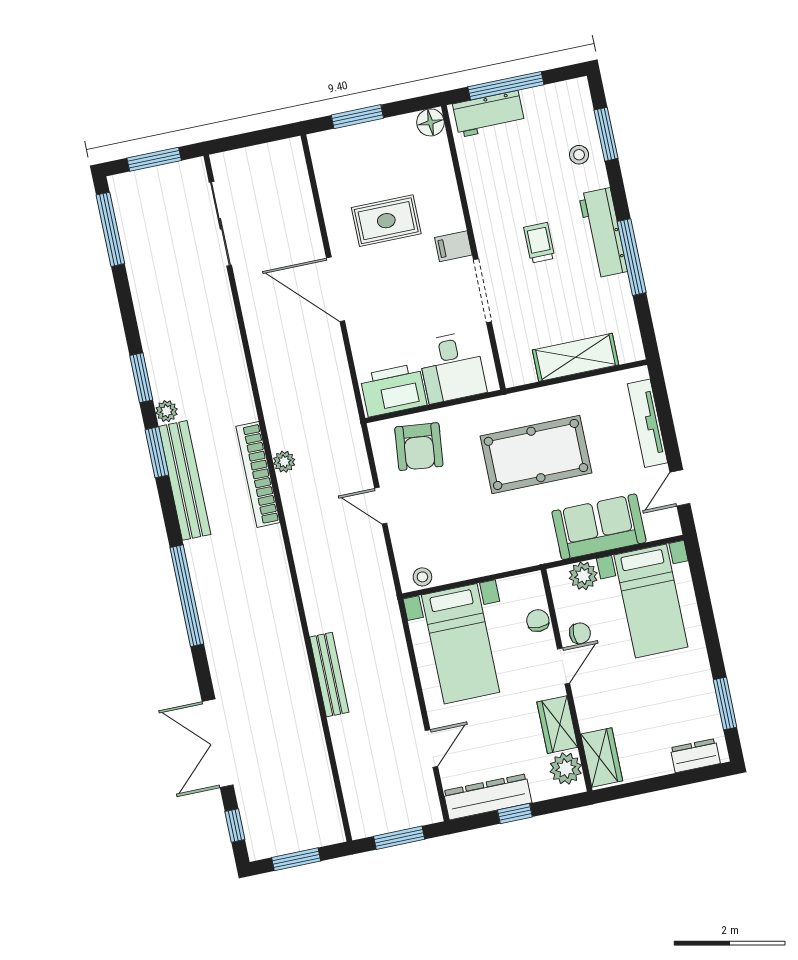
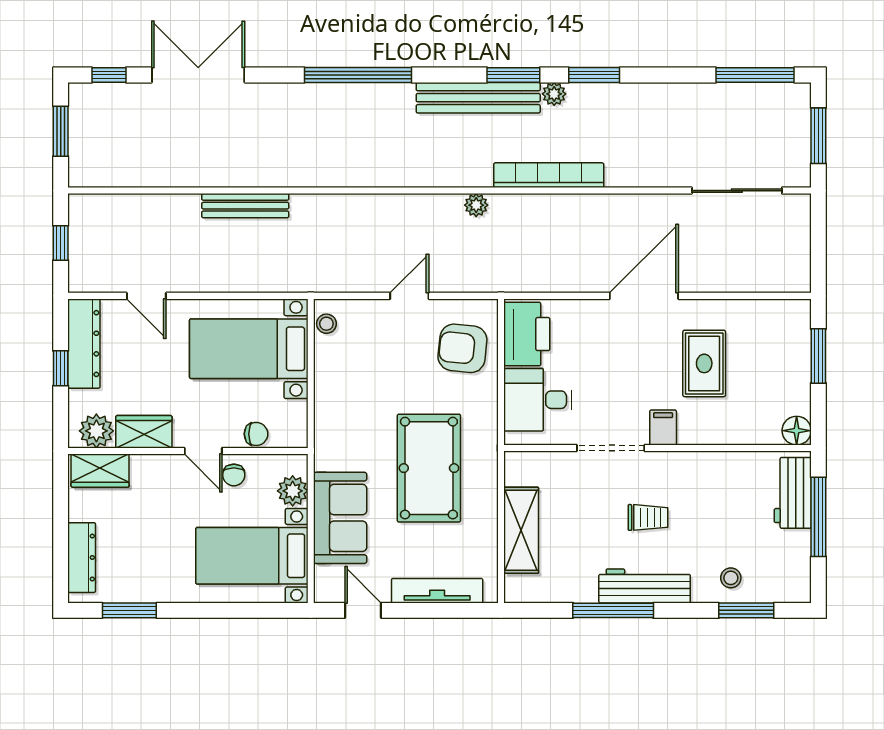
bookcase: (258, 474) -> (549, 175), moved
dresser: (695, 756) -> (82, 558), width x1.44
window: (399, 838) -> (61, 243), width x0.67

